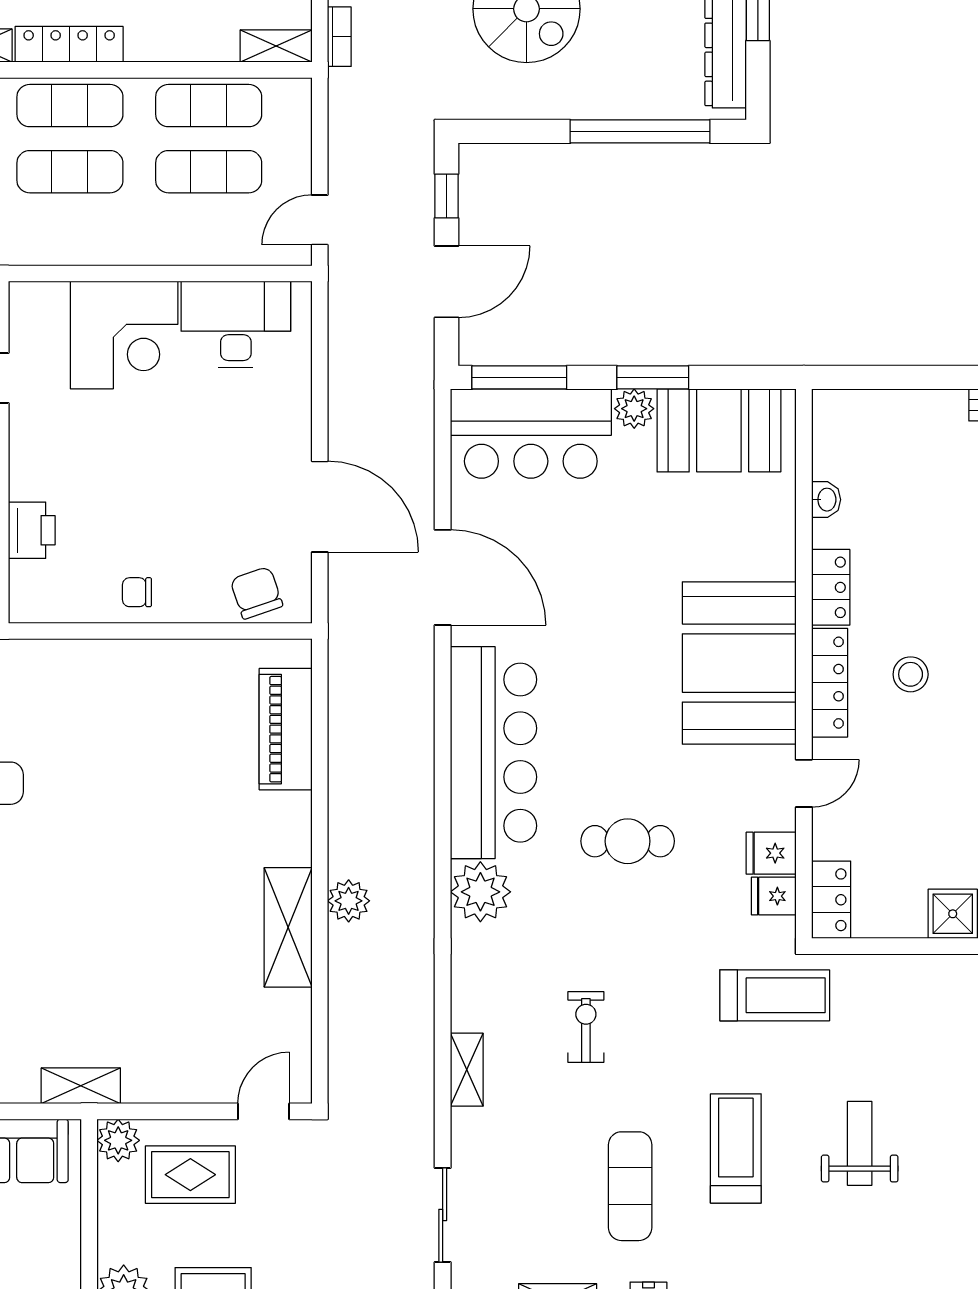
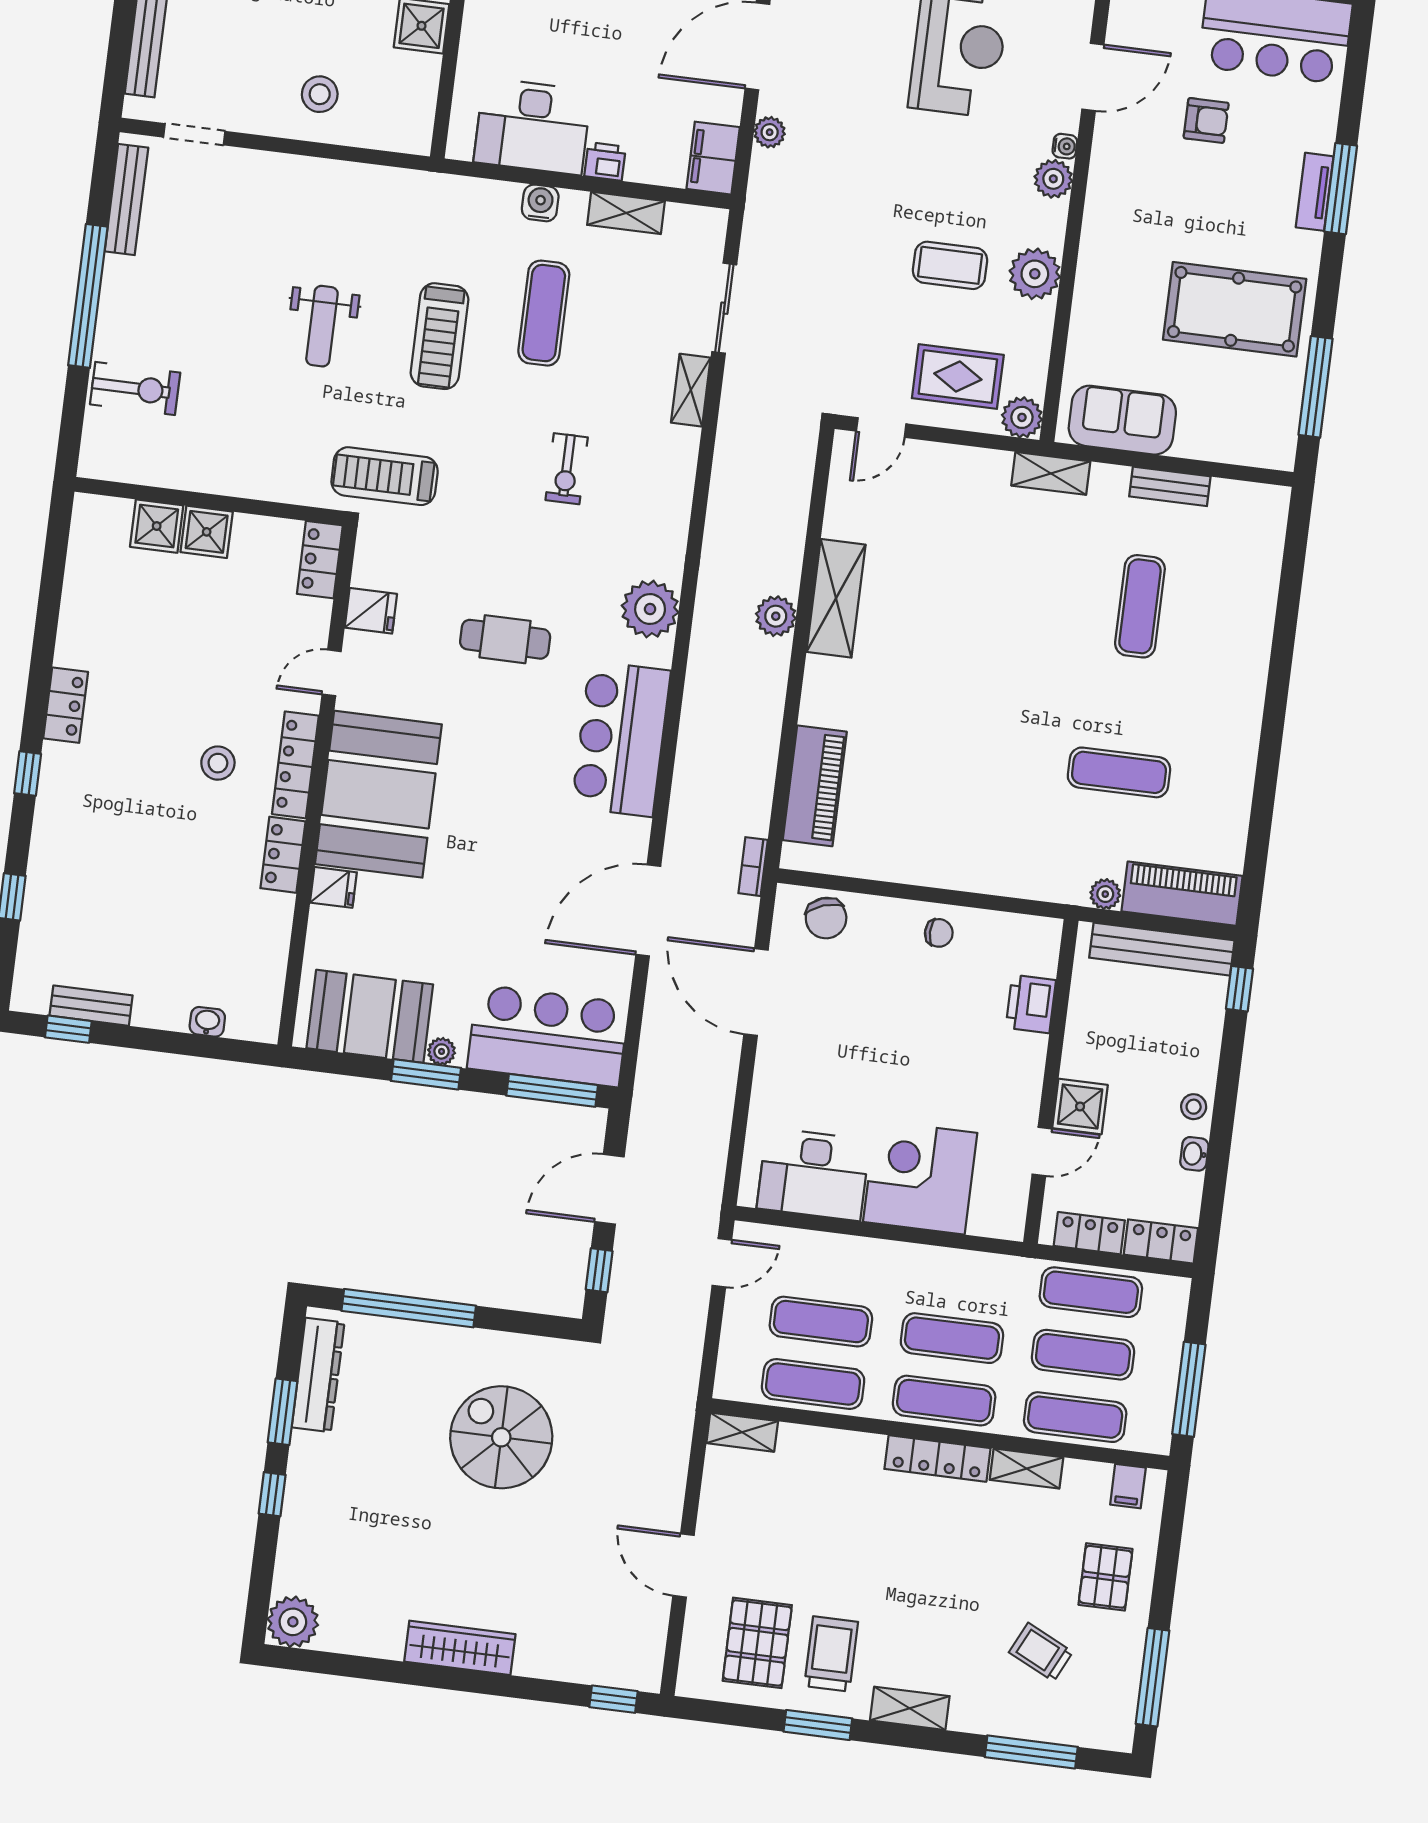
bookcase: (339, 37) -> (753, 867), moved
plant: (634, 409) -> (442, 1051), width x0.73, depth x0.73
washbasin: (826, 500) -> (207, 1022), moved, turned 90
door: (443, 577) -> (648, 910), hinge flipped
bar counter: (494, 753) -> (621, 739), width x0.73
fridge: (774, 896) -> (333, 887), moved
shelving: (467, 1070) -> (691, 390), moved

